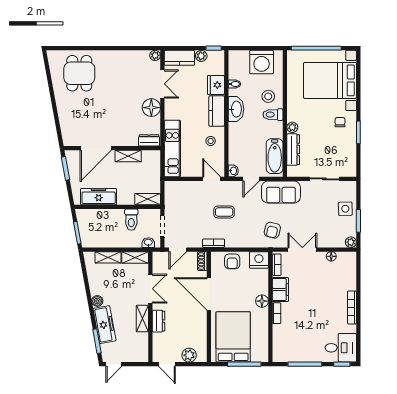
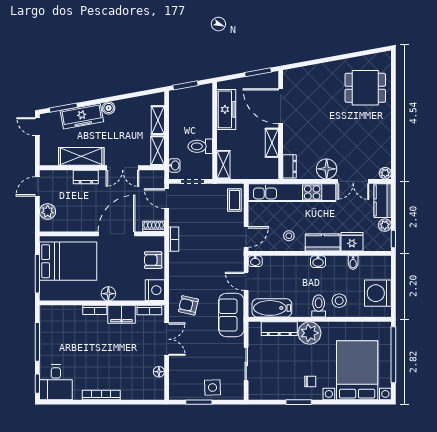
washbasin: (236, 109) -> (318, 262), width x0.52, depth x0.69
plant: (292, 127) -> (310, 333), width x1.87, depth x1.87
kitchen unit: (172, 148) -> (292, 193), width x1.36
coffee table: (224, 212) -> (234, 200), moved
plant: (351, 242) -> (175, 394), removed
shelving: (142, 319) -> (81, 156), width x1.50, depth x1.33

